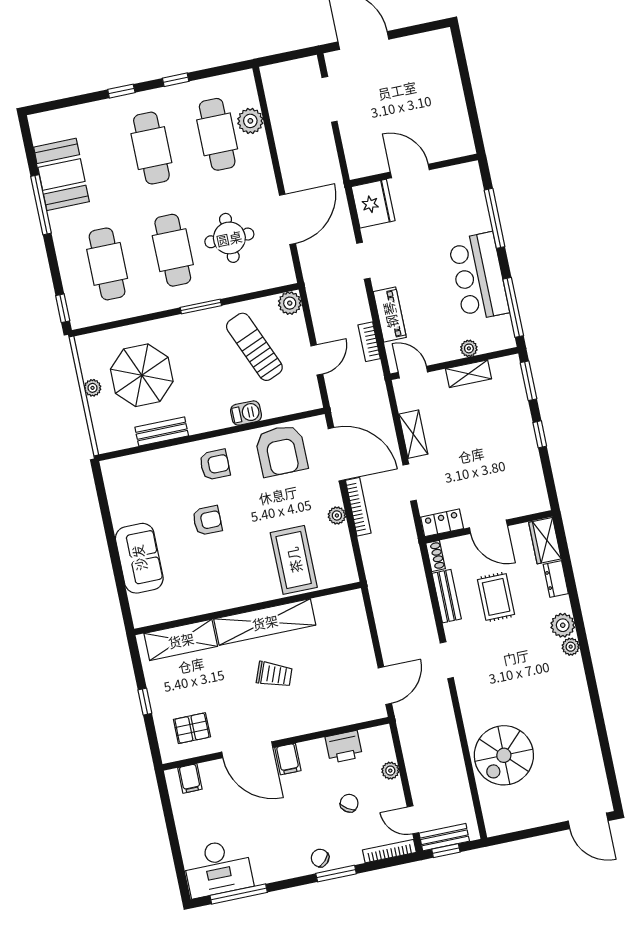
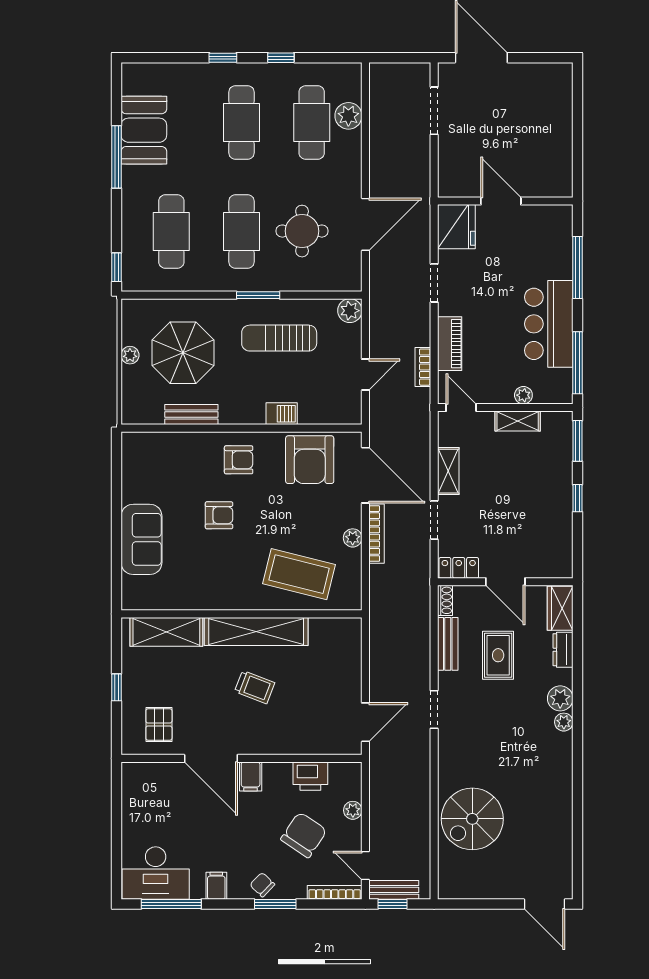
sun lounger: (254, 347) -> (279, 338), moved, turned -67
coffee table: (294, 560) -> (299, 574), turned -76
pallet: (192, 728) -> (159, 724), turned 90
filing cabinet: (190, 778) -> (216, 886), moved, turned 180
chair: (349, 803) -> (304, 835), width x1.87, depth x1.87

